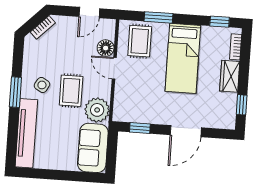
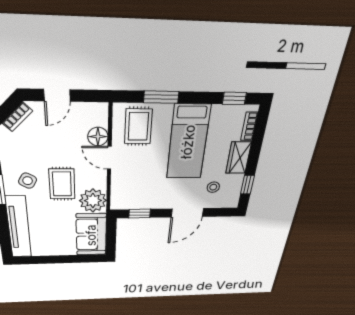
door: (89, 13) -> (57, 95), moved
stool: (209, 105) -> (213, 187), added

